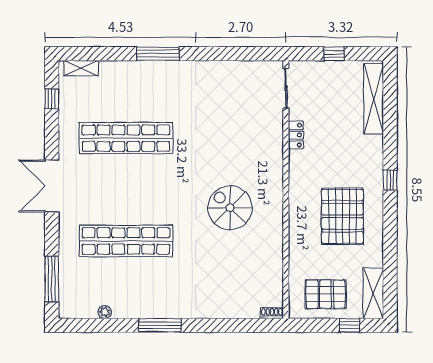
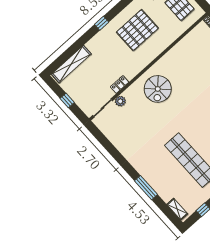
window: (158, 54) -> (146, 188), moved
plant: (275, 117) -> (120, 101), added
spiral stairs: (230, 208) -> (158, 89), moved

